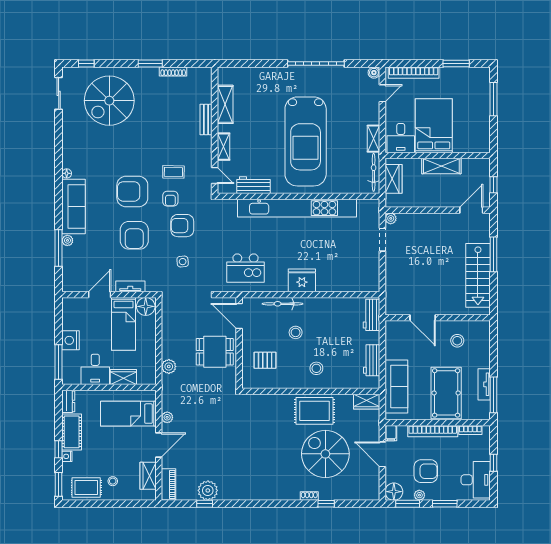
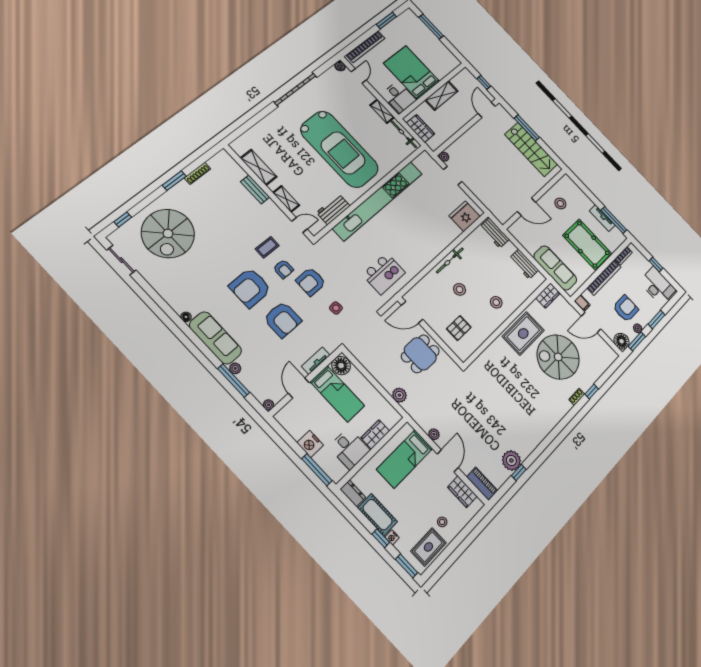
fridge: (302, 280) -> (465, 216), moved
plant: (67, 287) -> (268, 405), added
bicycle: (283, 304) -> (450, 260), moved

